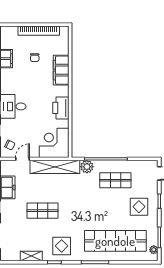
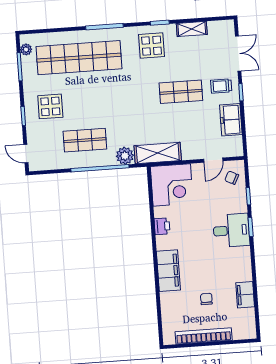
filing cabinet: (61, 70) -> (168, 271), moved
printer: (61, 108) -> (162, 226), width x0.53, depth x0.68
shelving: (55, 167) -> (158, 153), width x0.68
trolley: (13, 213) -> (221, 86), added

